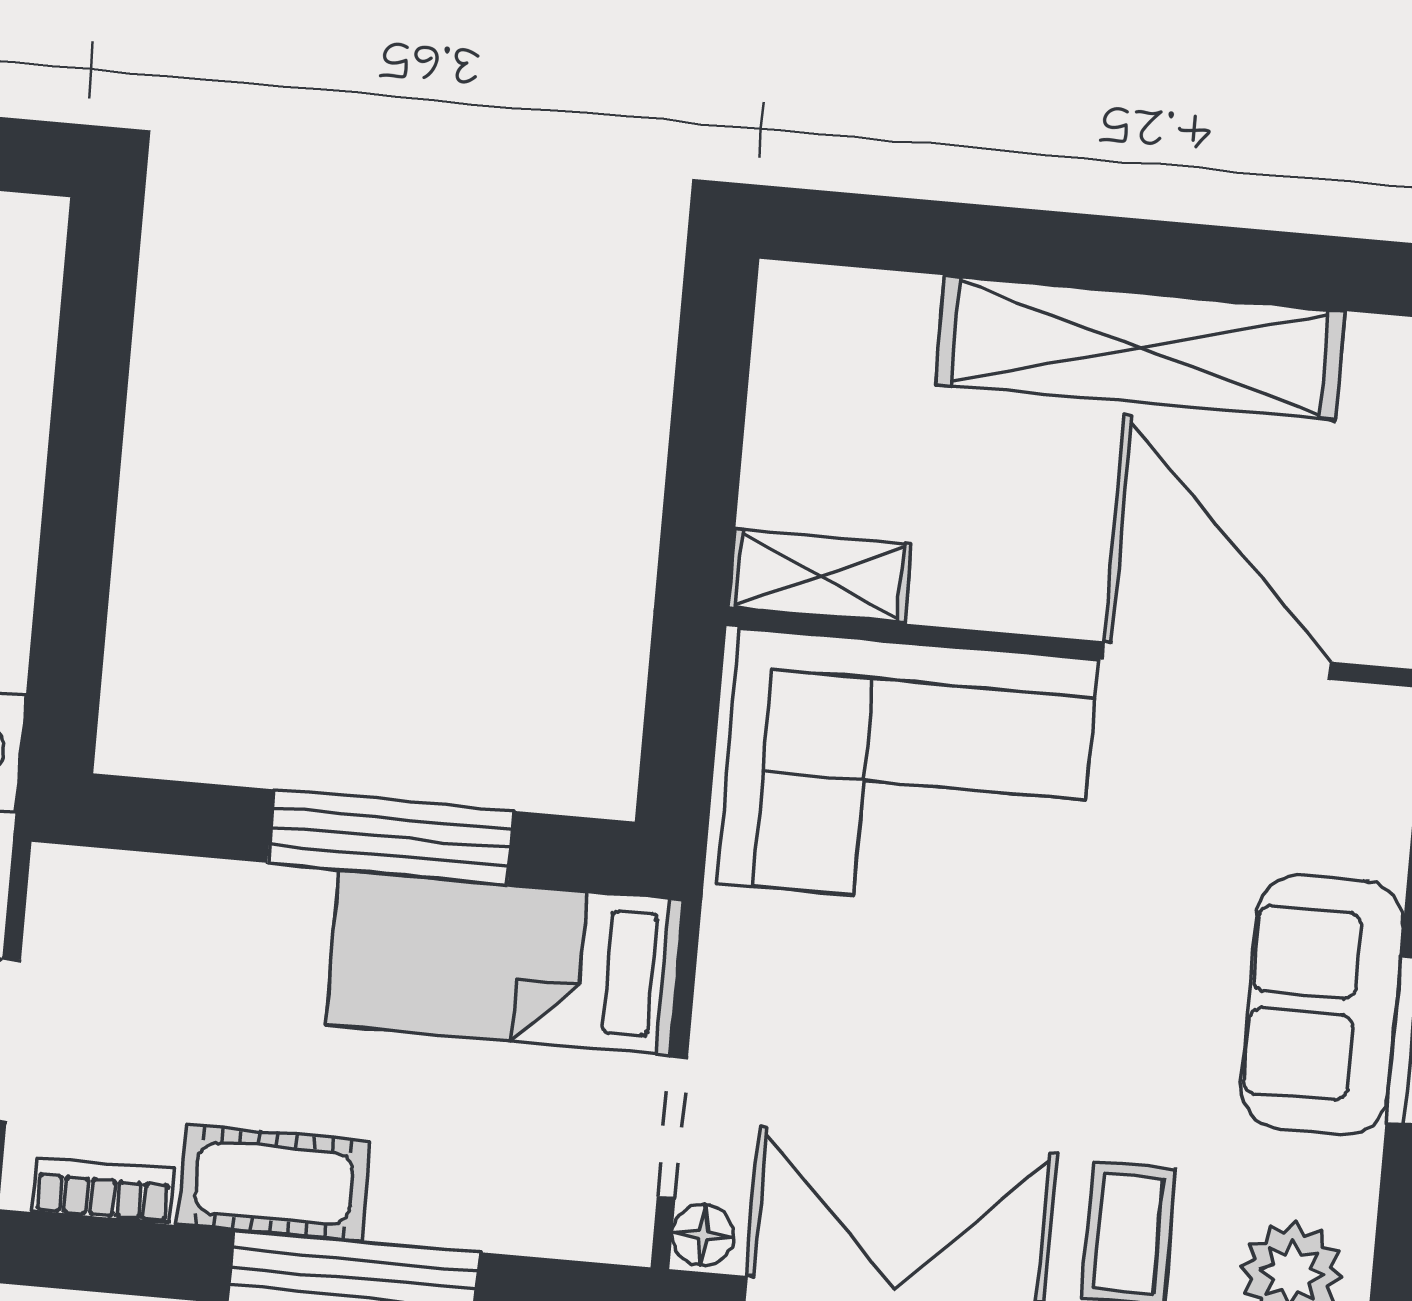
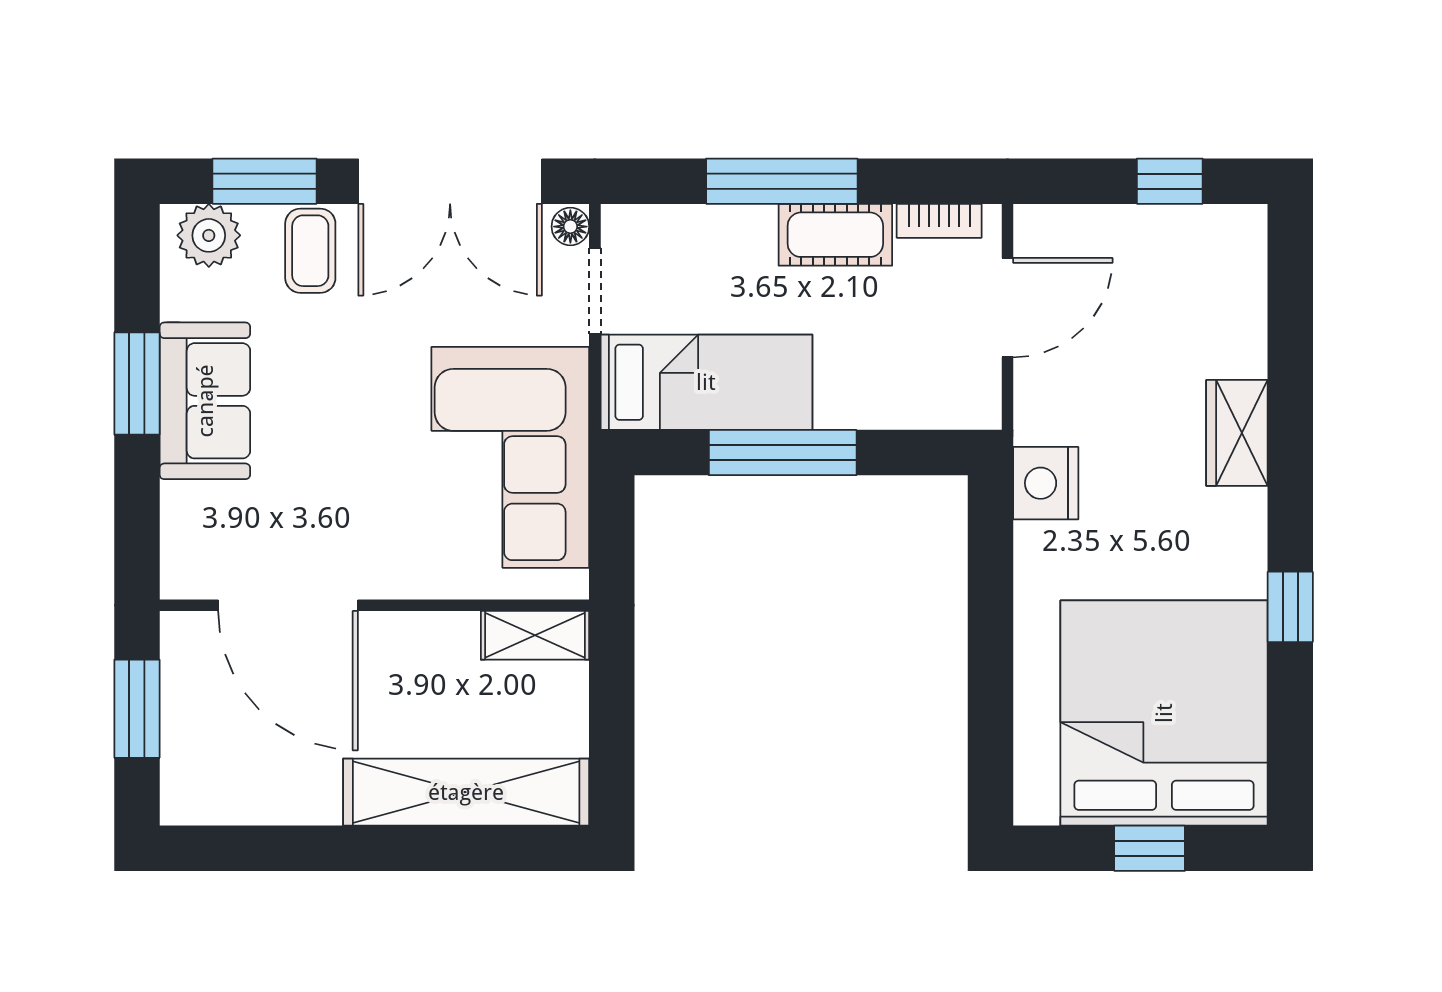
shelving: (1140, 348) -> (466, 792), moved
corner sofa: (907, 771) -> (510, 457), moved, turned -90

